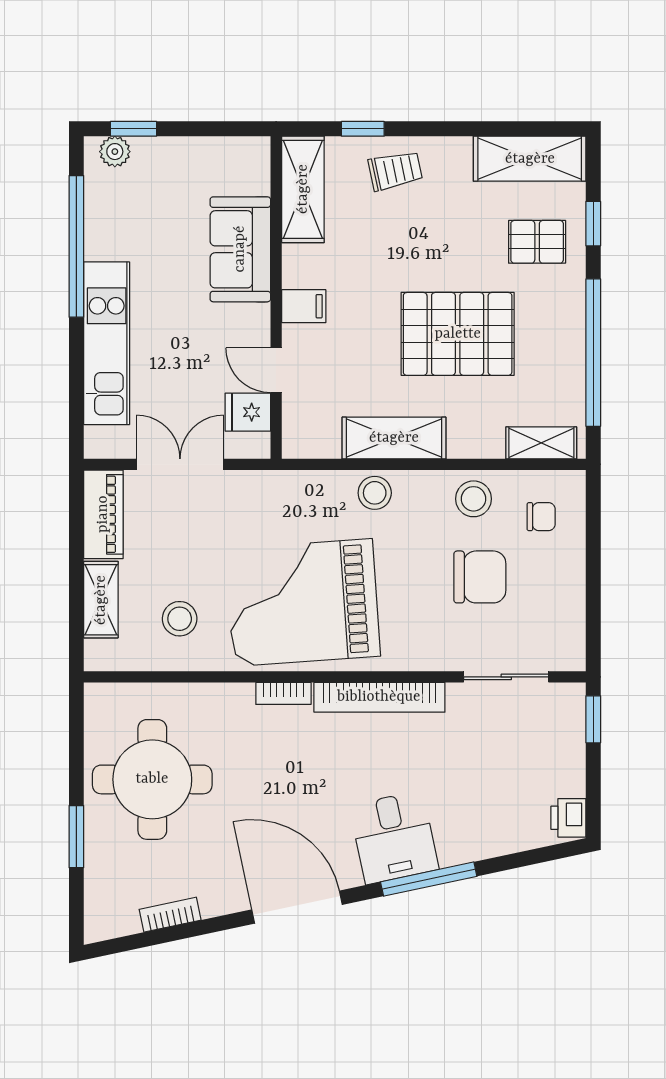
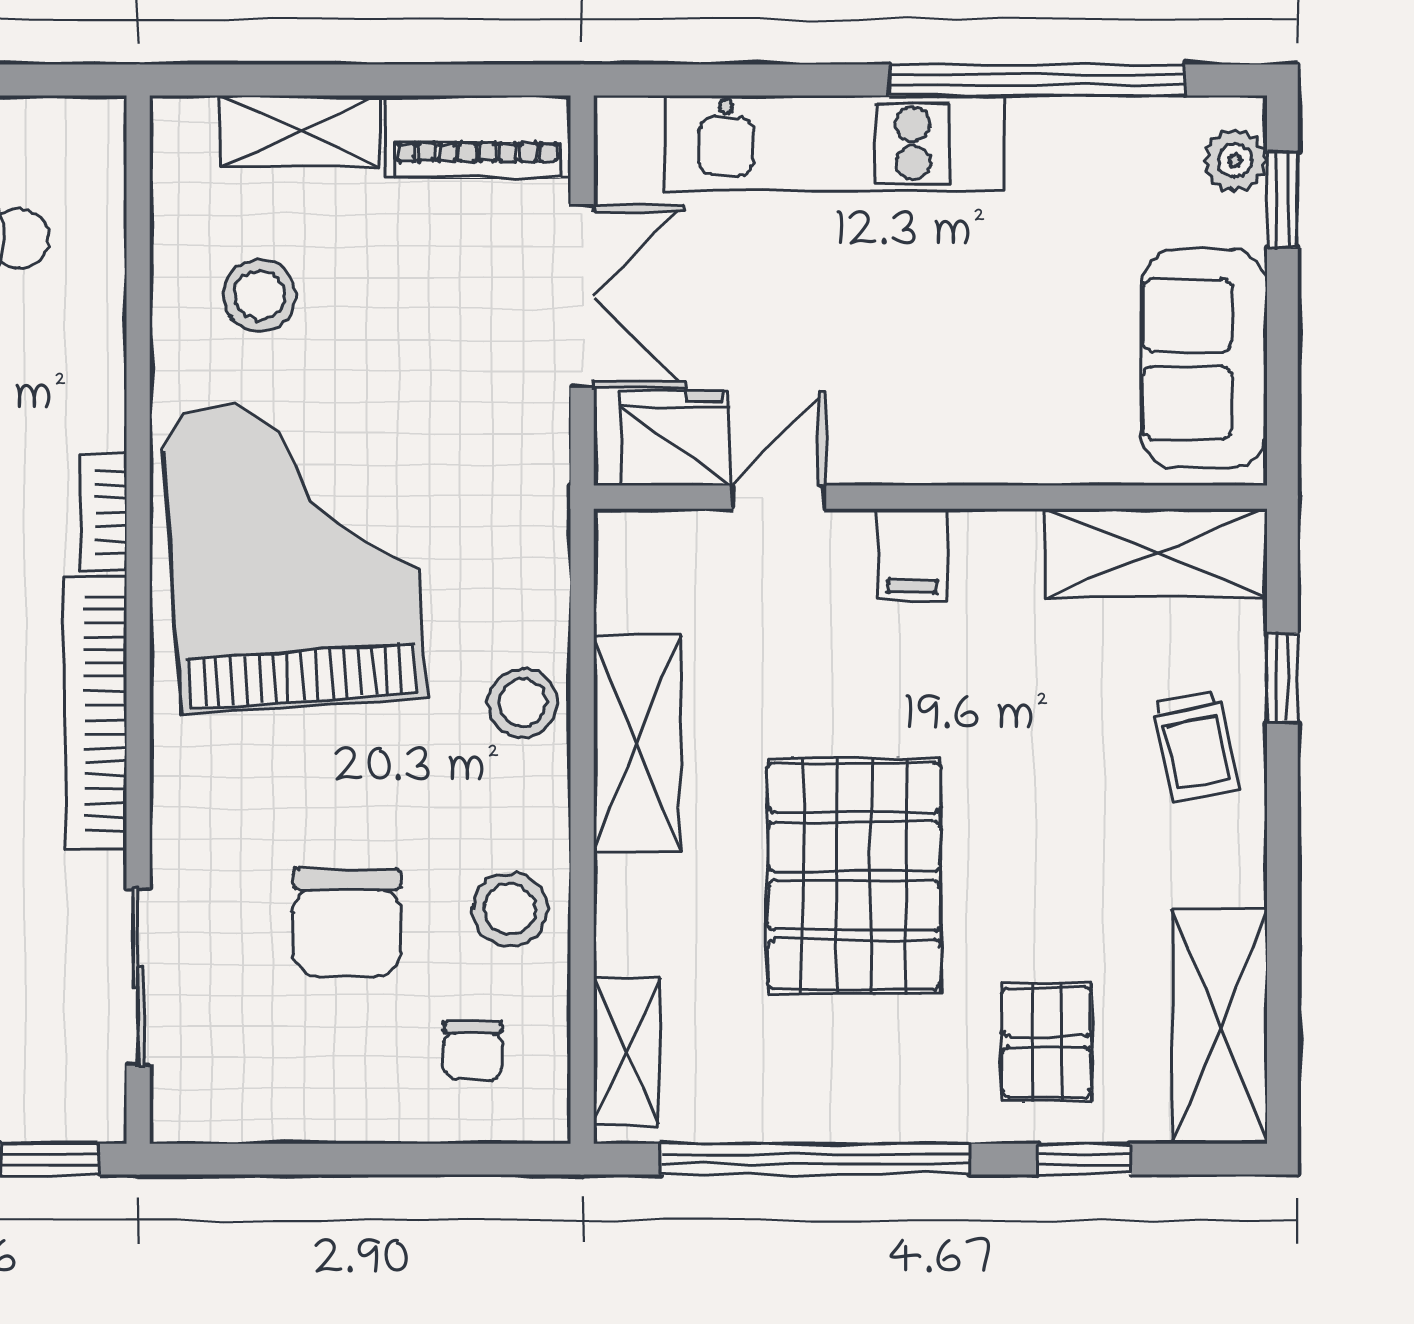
sofa: (240, 249) -> (1204, 359), moved, turned -90
fridge: (248, 412) -> (676, 438), width x1.38

